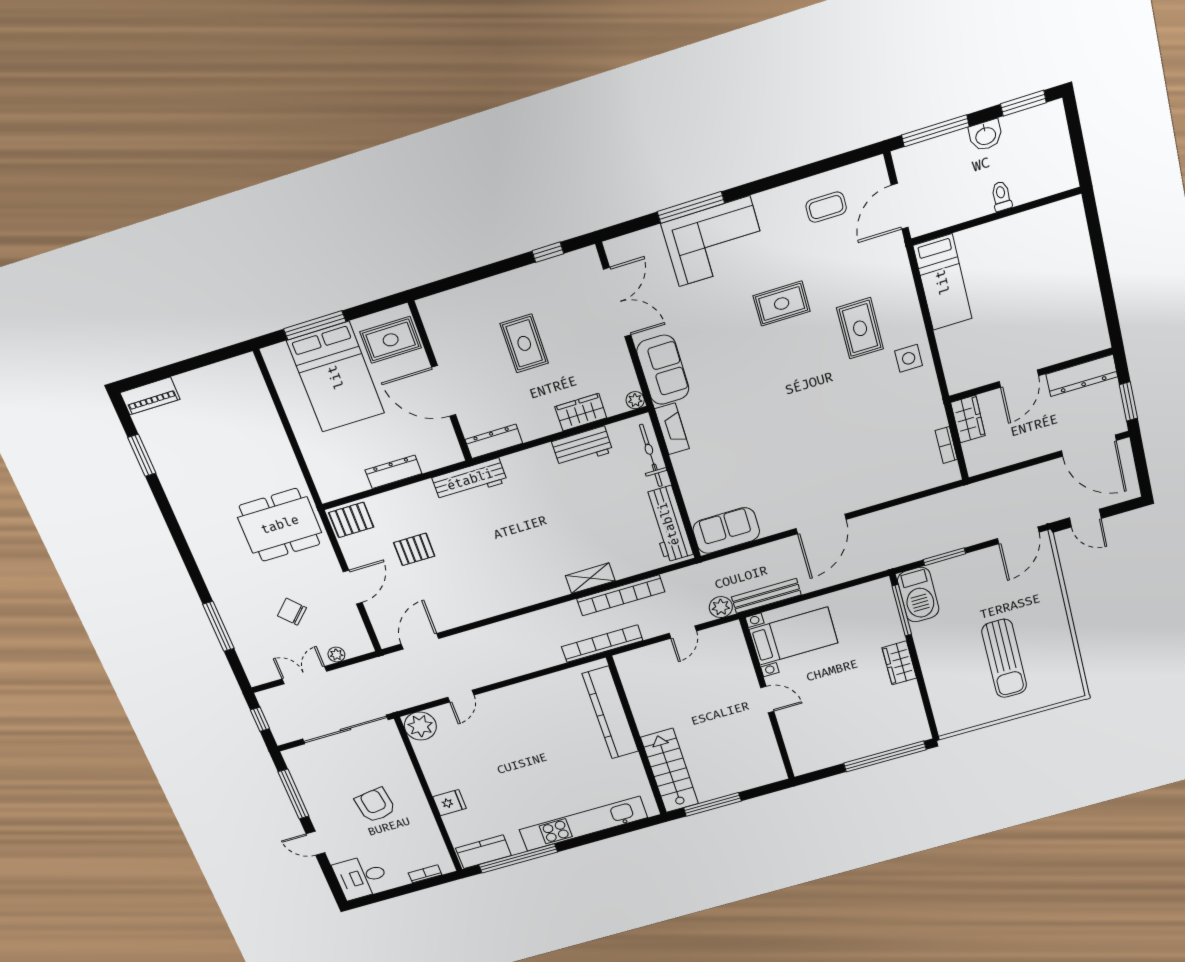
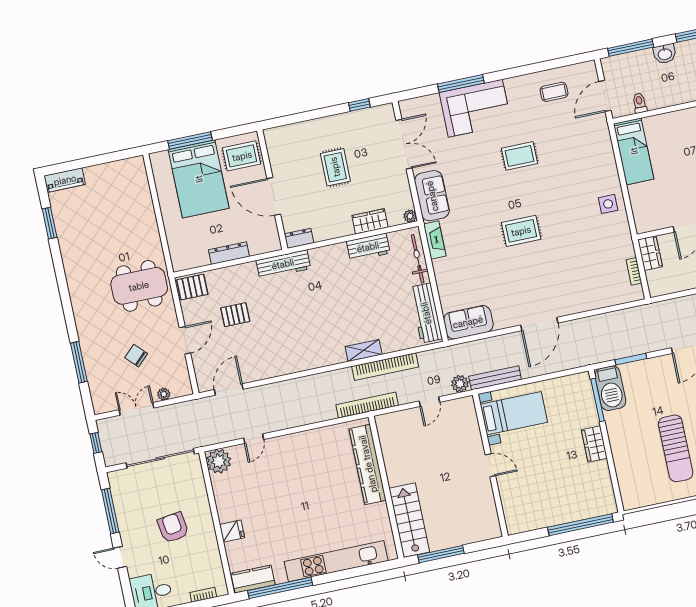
toilet: (1001, 196) -> (640, 103), moved
rug: (860, 328) -> (521, 231), moved, turned 90
dresser: (494, 441) -> (299, 238), width x0.70

